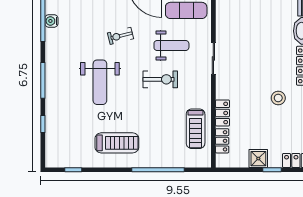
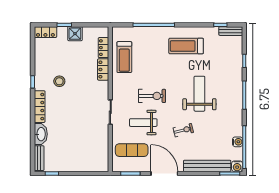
exercise bike: (160, 79) -> (152, 96), turned 180
treadmill: (196, 129) -> (124, 57), turned 180
bench: (60, 162) -> (231, 31), added

